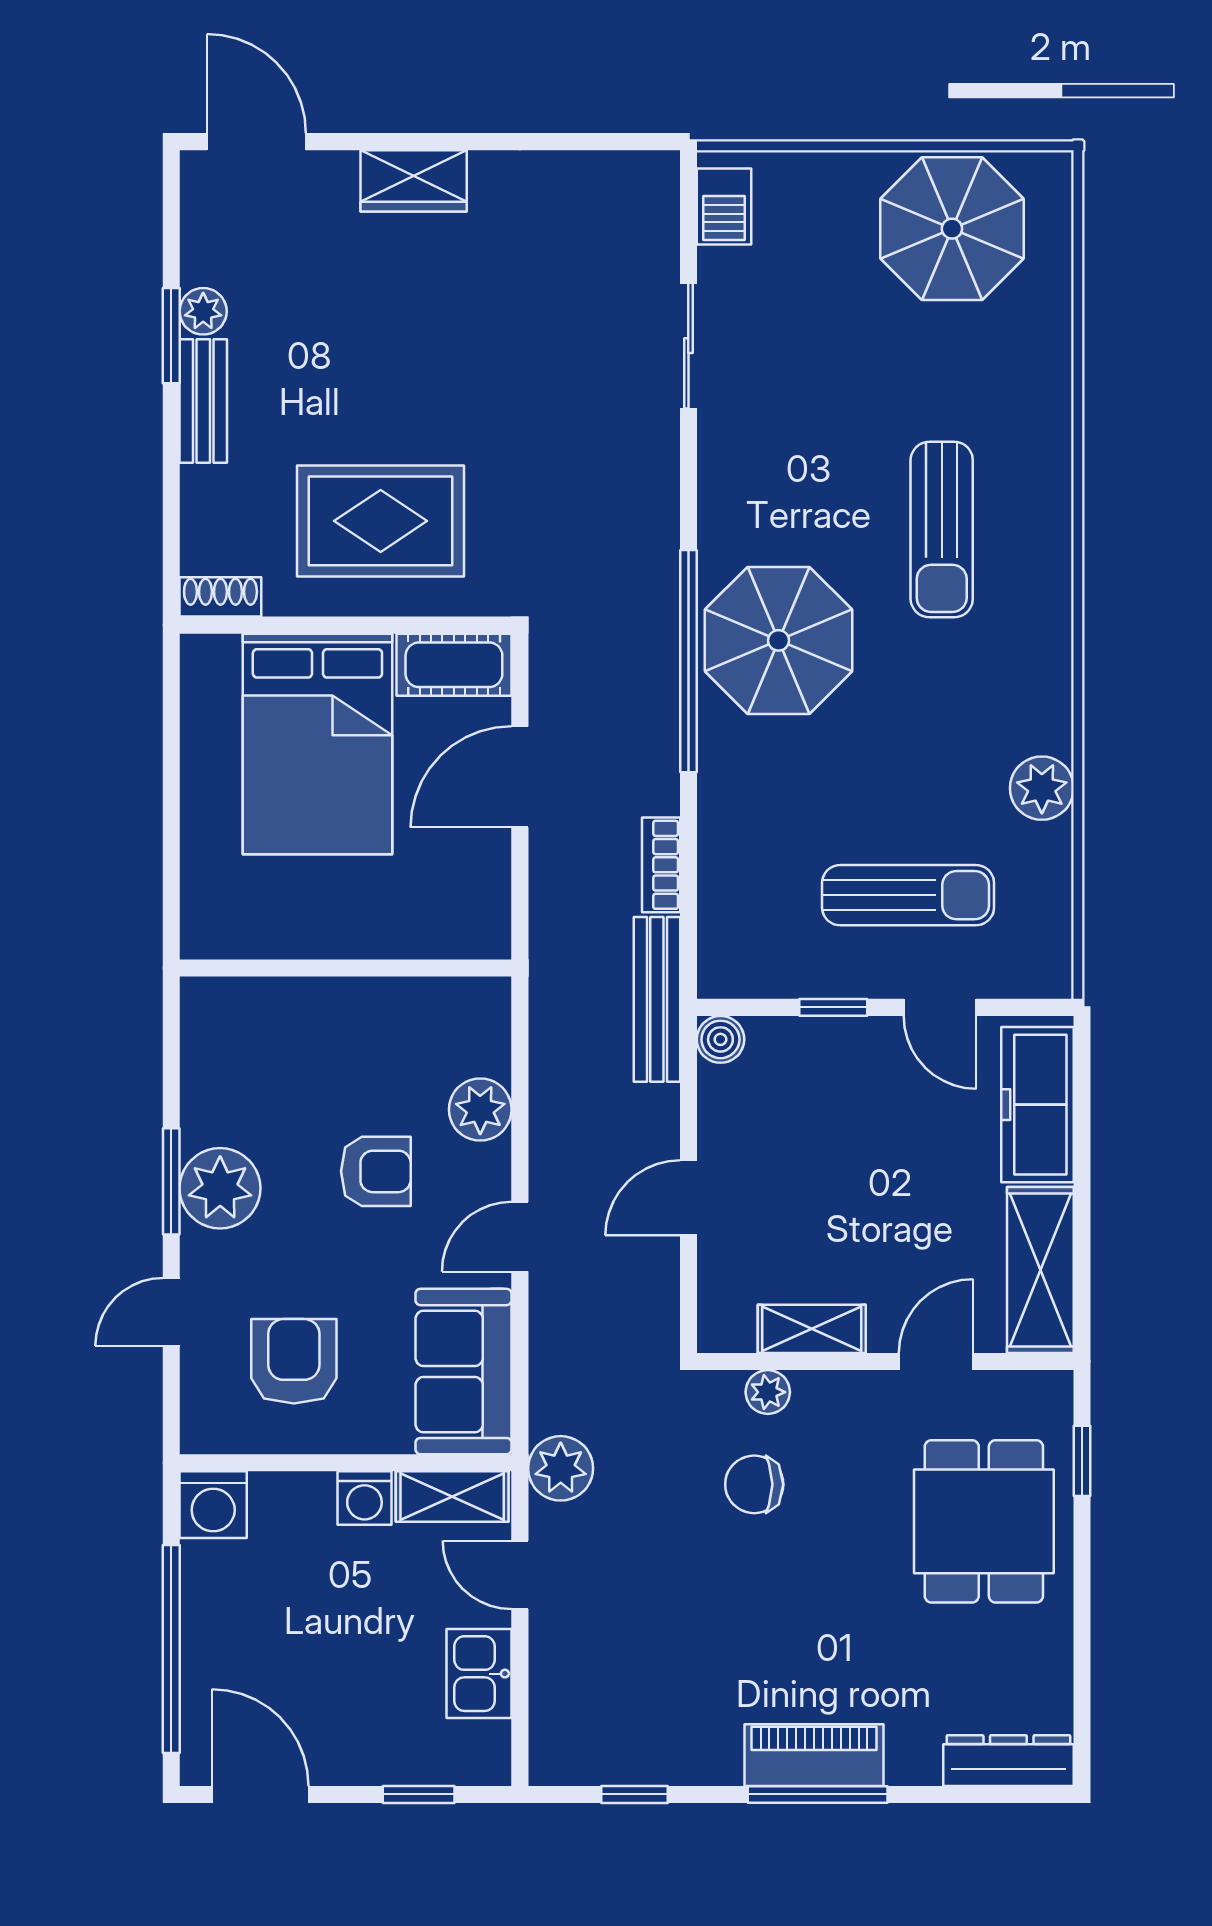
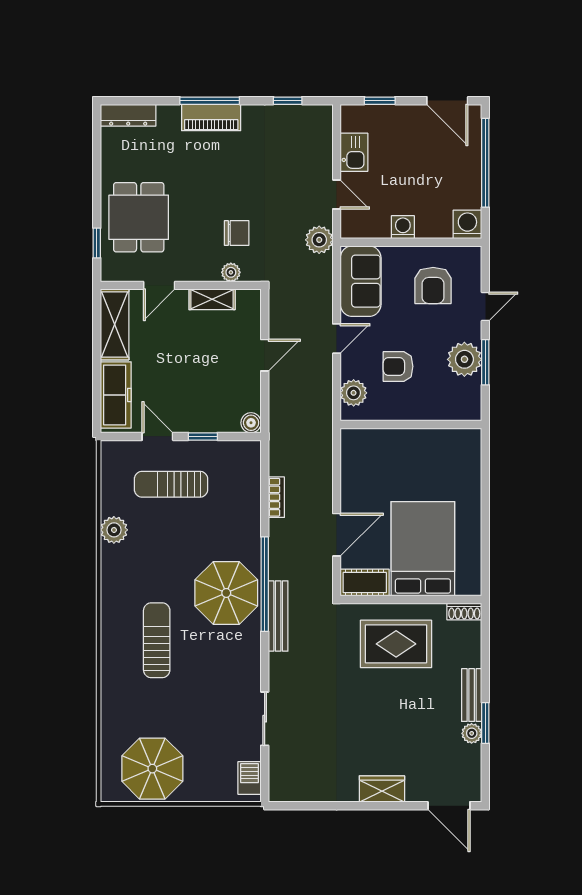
wall: (346, 968) -> (411, 424), moved
bench: (657, 999) -> (278, 616), moved
shelving: (452, 1496) -> (366, 228), removed

